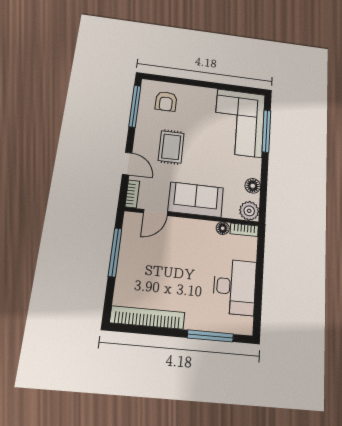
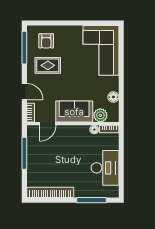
window: (266, 131) -> (121, 54), removed
rug: (171, 147) -> (48, 65), moved, turned 90
plant: (249, 211) -> (100, 115), moved

